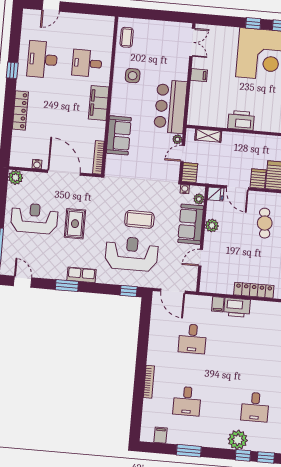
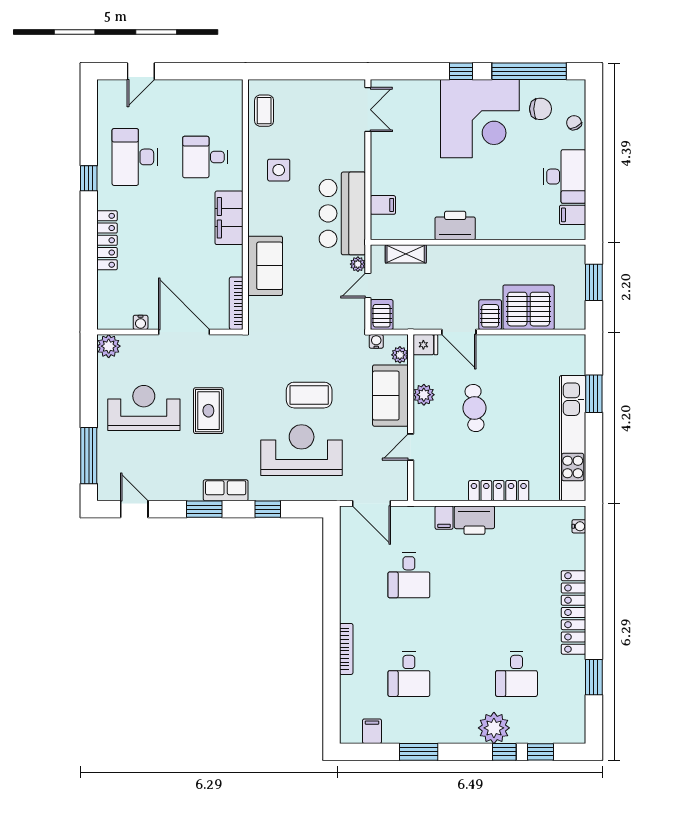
filing cabinet: (199, 75) -> (383, 205), moved
cafe table: (265, 223) -> (474, 408), moved
window: (129, 291) -> (268, 509), moved

